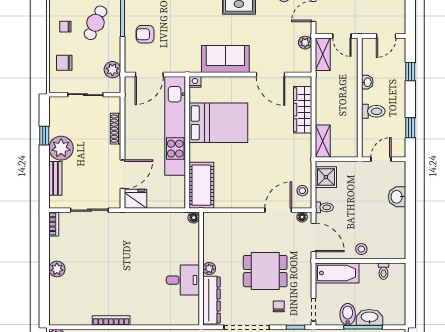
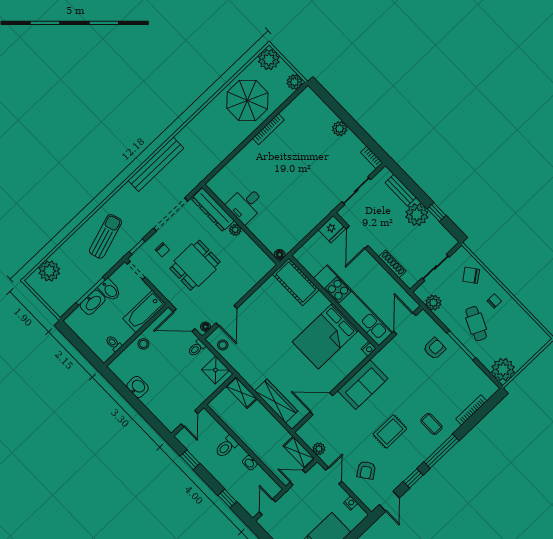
chair: (64, 63) -> (471, 275), turned -127
washbasin: (397, 197) -> (138, 387), moved

